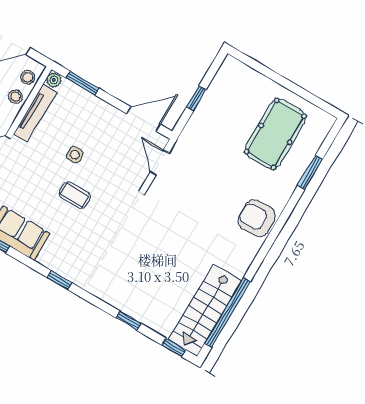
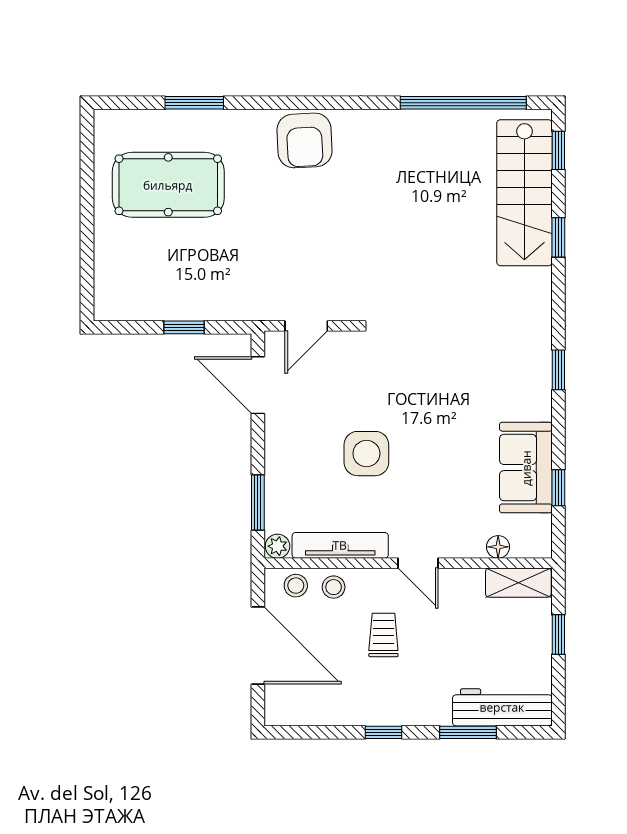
side table: (75, 155) -> (366, 454), width x1.87, depth x1.87
coffee table: (75, 195) -> (424, 420), removed
stairs: (205, 310) -> (524, 193), moved, turned 90

